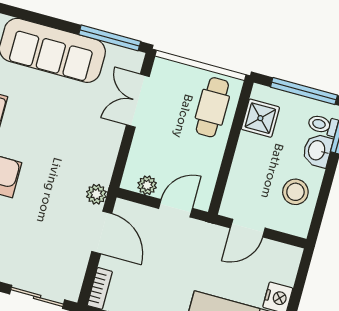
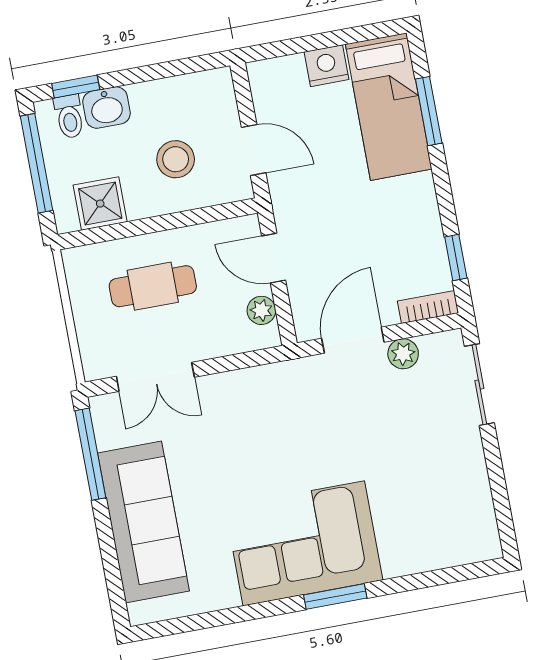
cafe table: (212, 107) -> (153, 286), moved
stool: (295, 192) -> (176, 159), moved
plant: (96, 194) -> (403, 354), moved

